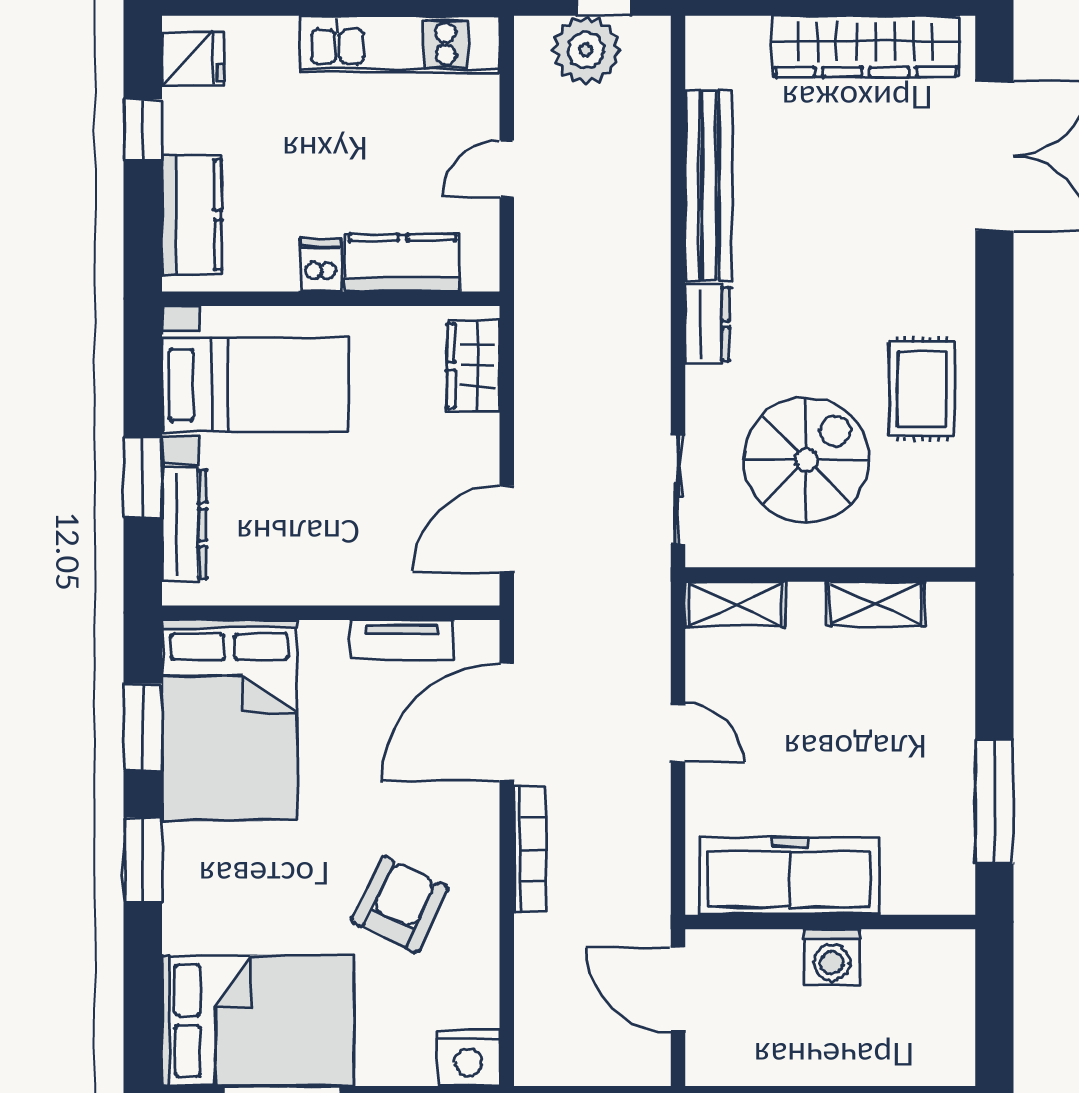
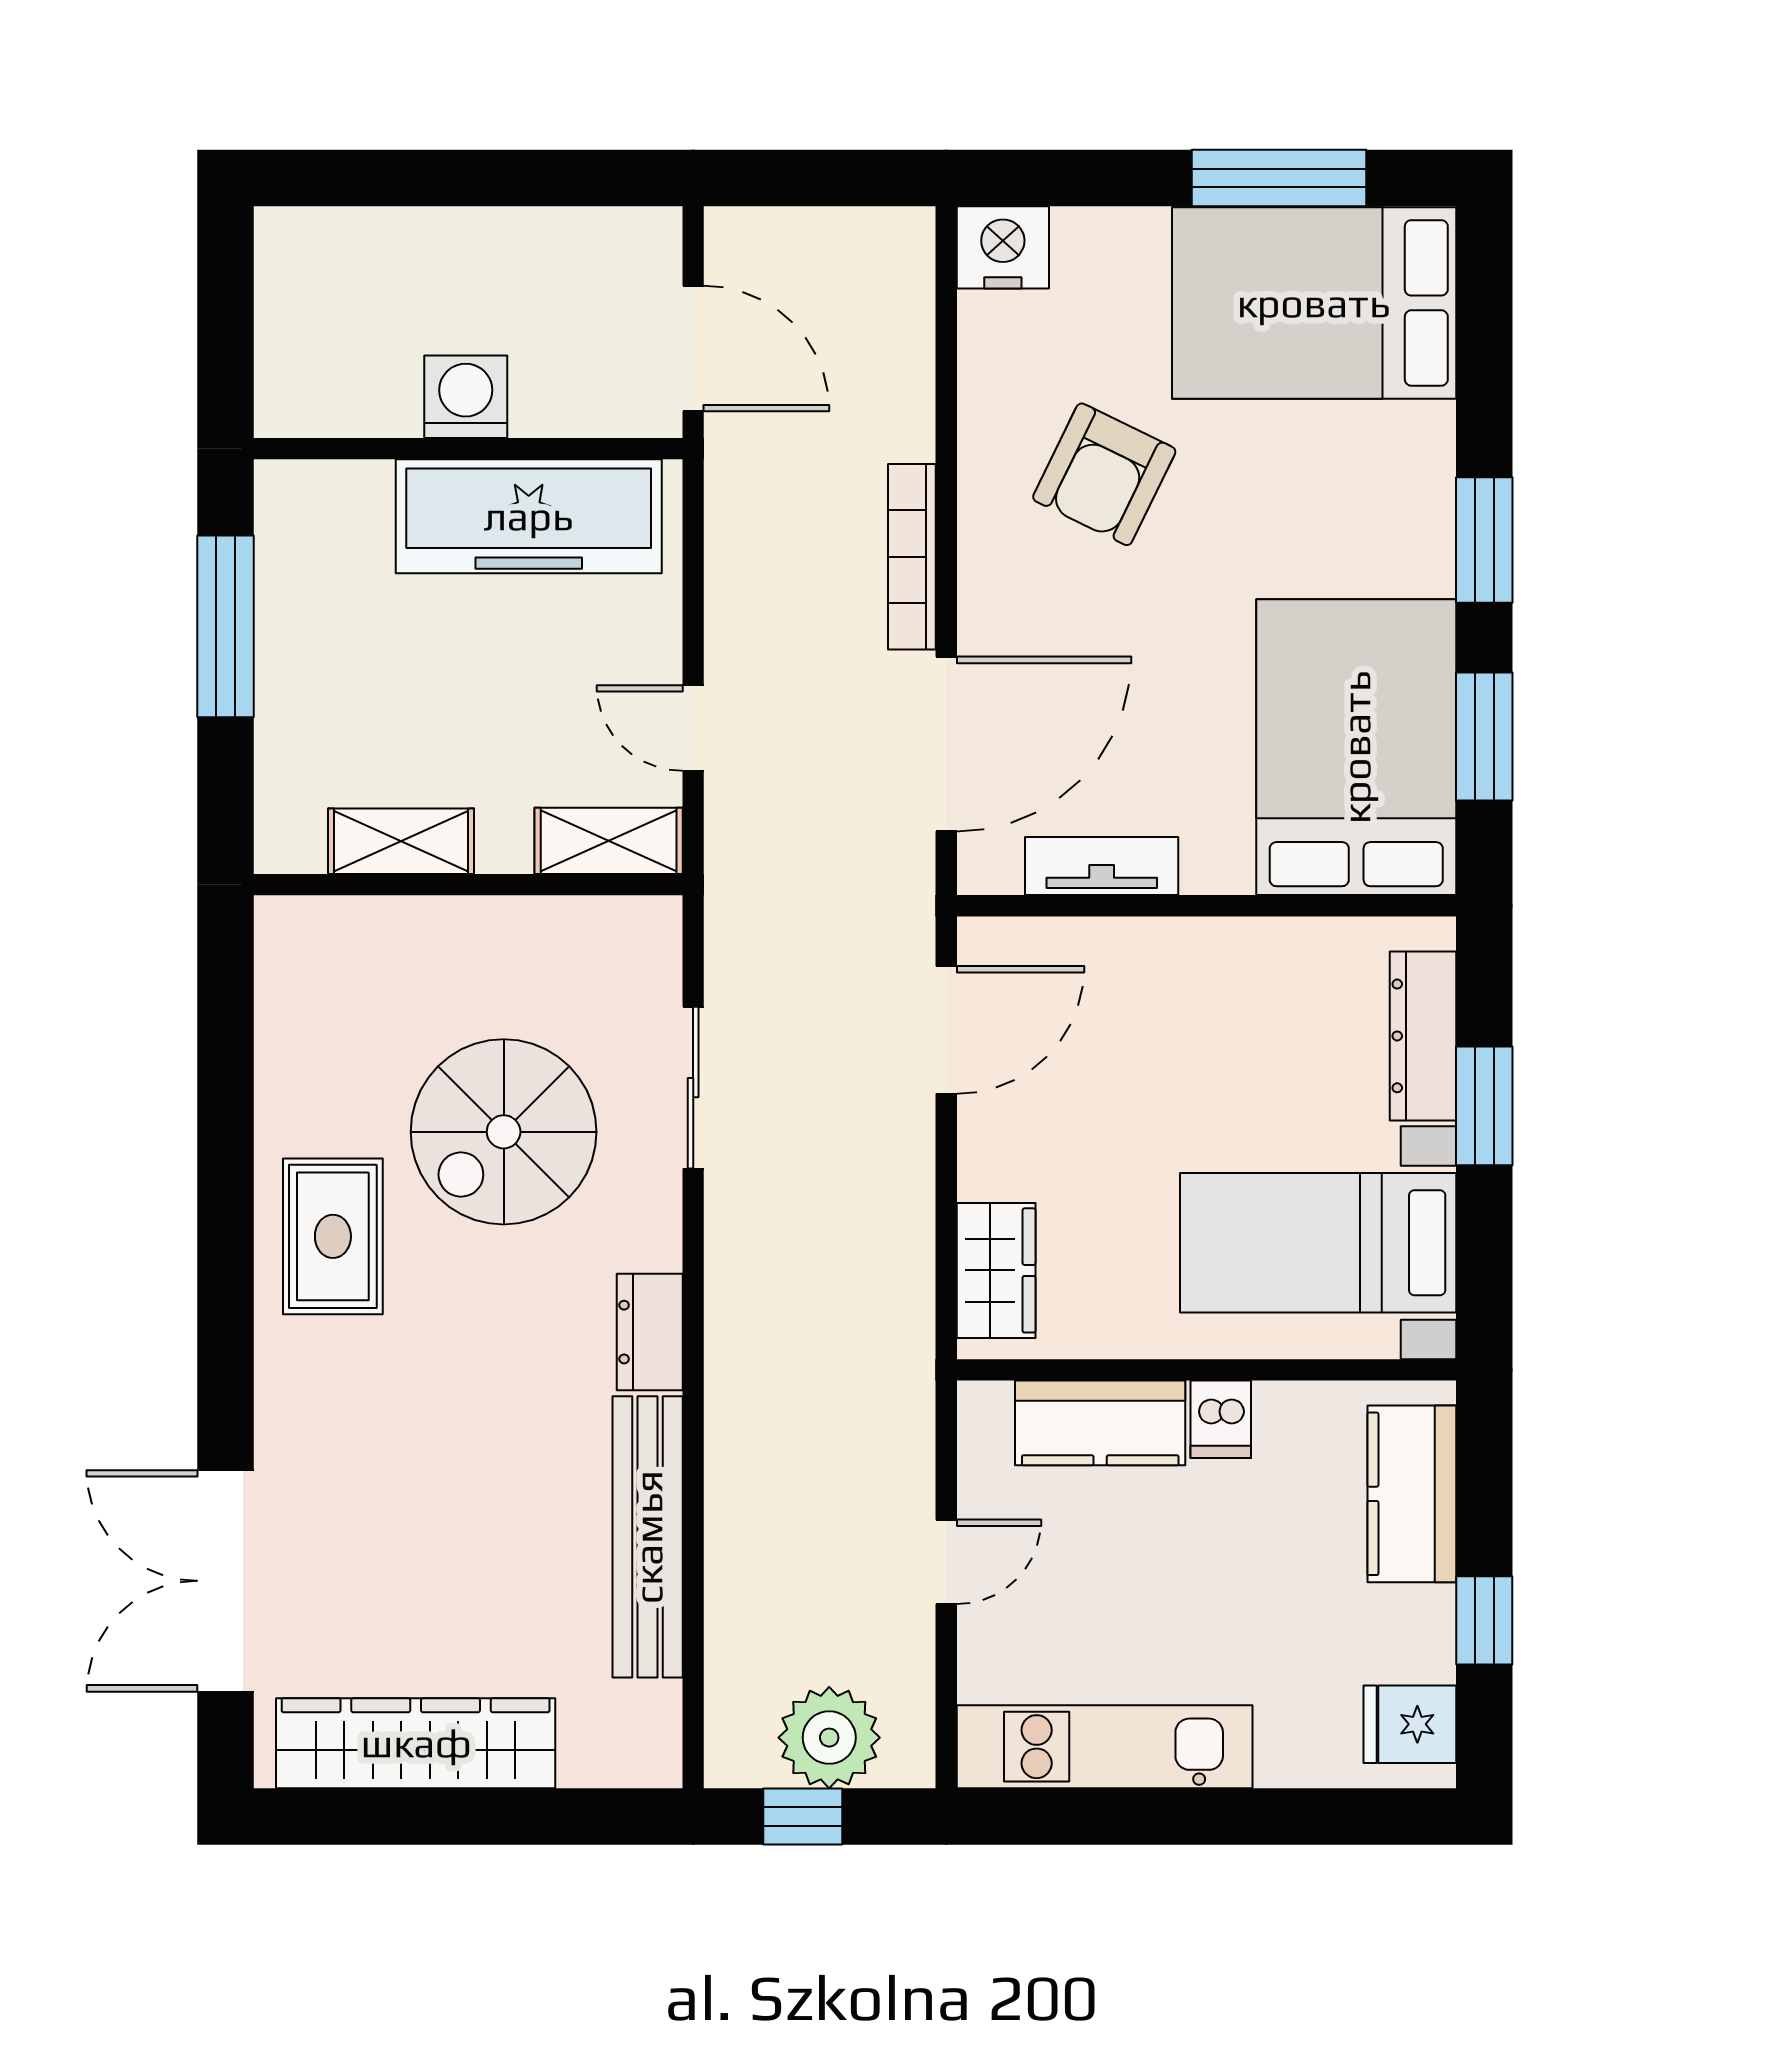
wall: (830, 575) -> (468, 885), moved
shelving: (735, 604) -> (609, 841), moved
shelving: (876, 604) -> (401, 841), moved

